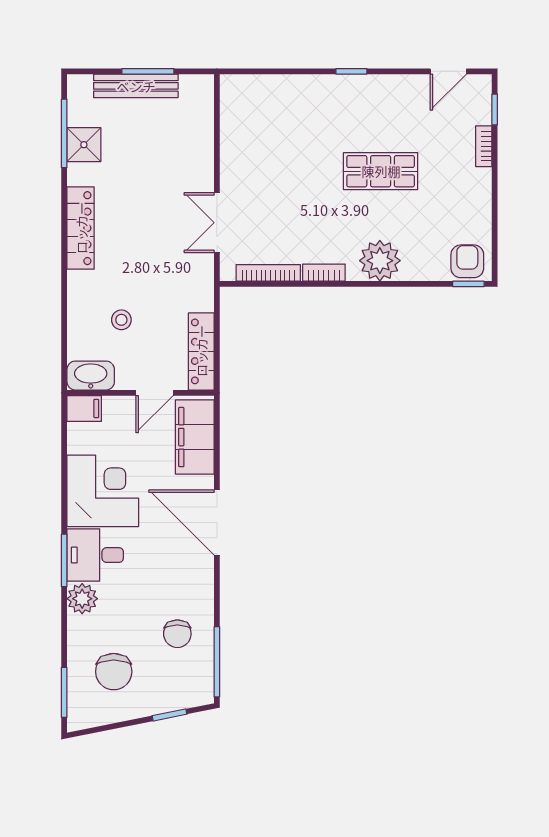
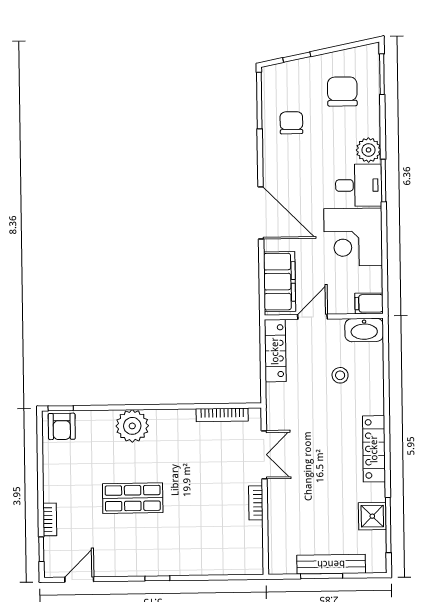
bookcase: (324, 273) -> (256, 503), moved, turned 90

